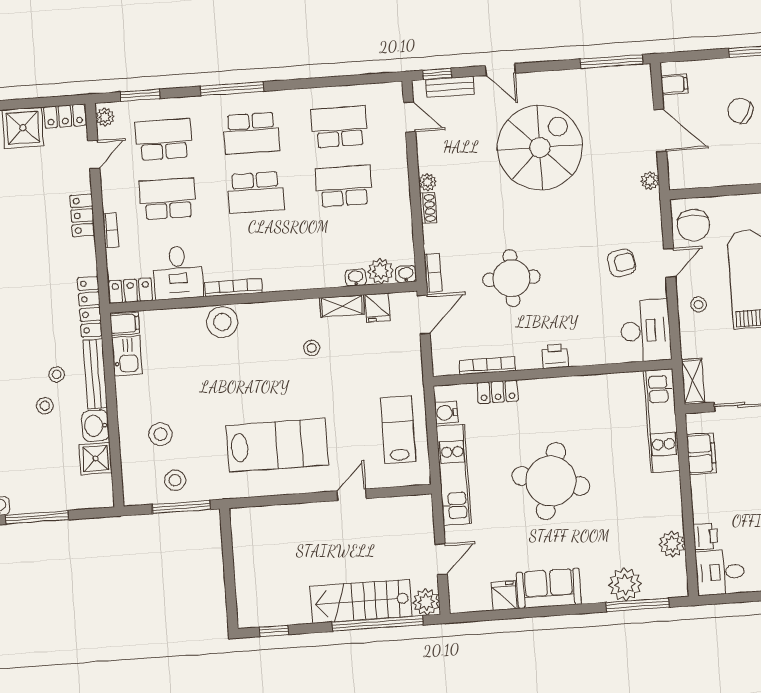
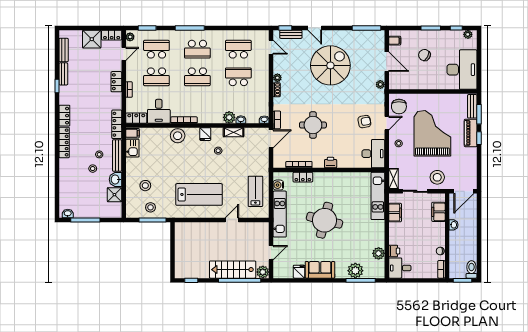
school desk: (168, 199) -> (156, 77), turned 180
plant: (381, 271) -> (229, 117), moved
fridge: (377, 308) -> (205, 134), moved

